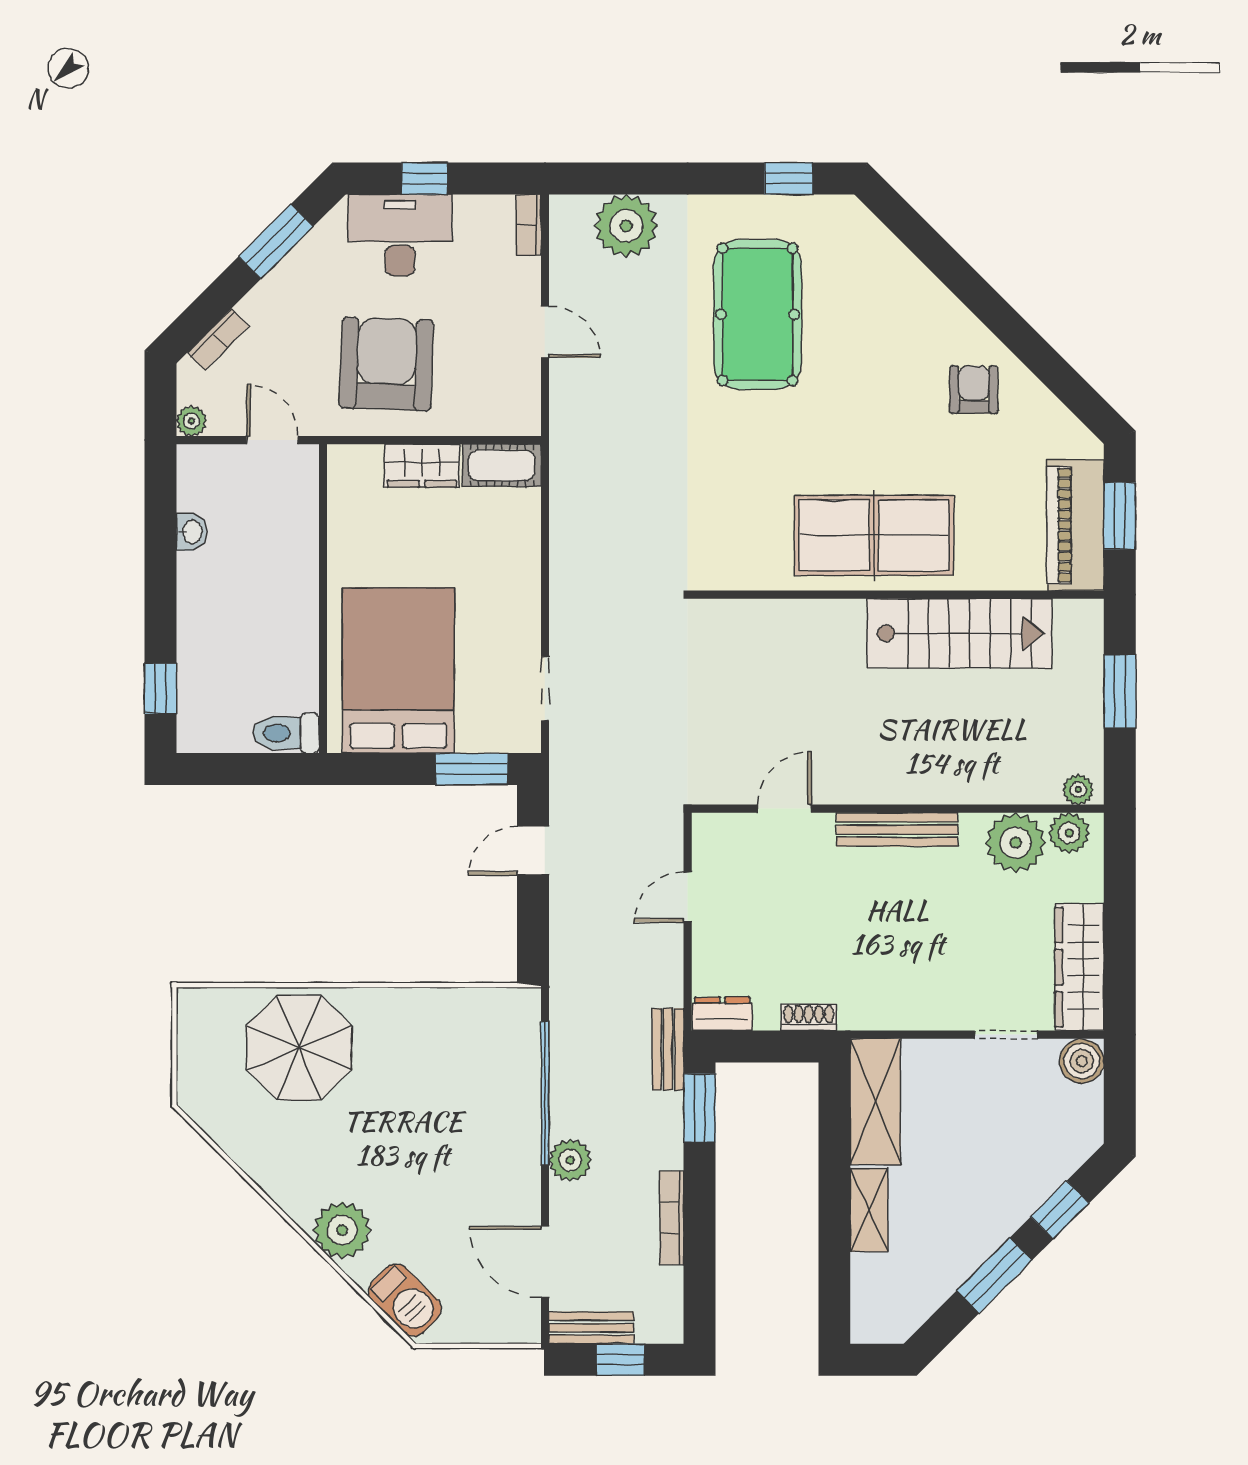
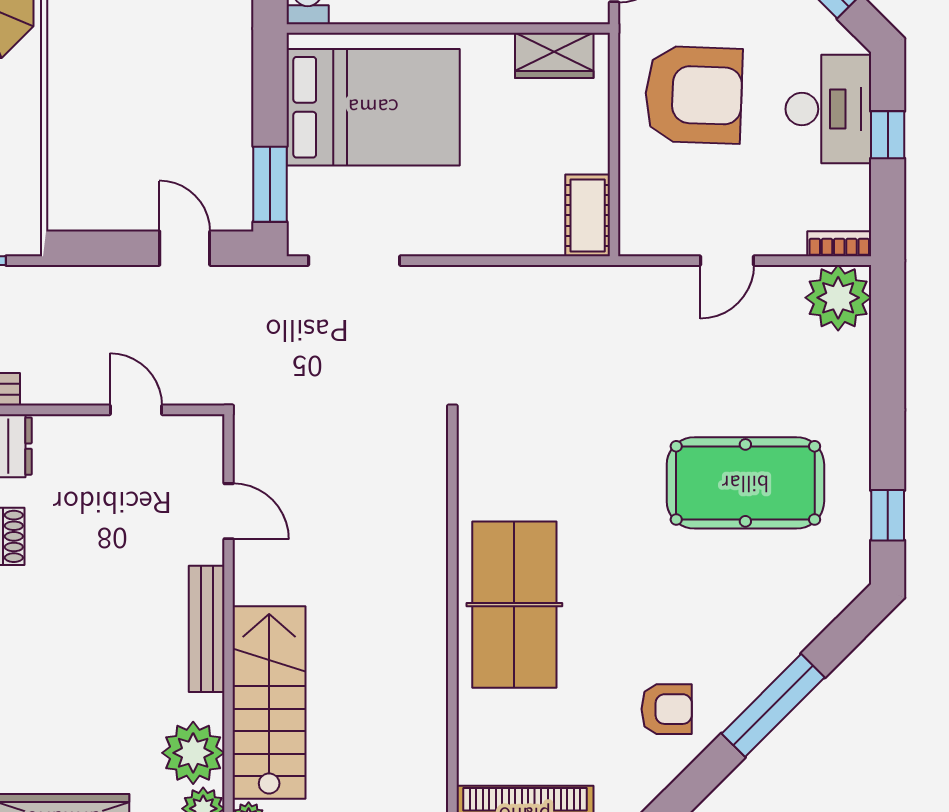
plant: (626, 226) -> (838, 298), moved
window: (970, 288) -> (773, 705), added
wardrobe: (422, 466) -> (554, 55), moved, turned -90
stairs: (960, 633) -> (269, 703), moved, turned 180
doorway: (545, 689) -> (354, 261), width x1.38

